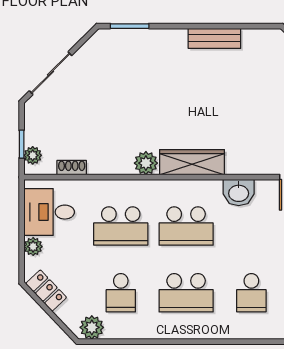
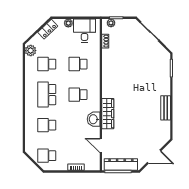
wardrobe: (192, 162) -> (108, 114), moved
plant: (146, 163) -> (107, 76), removed
school desk: (121, 226) -> (78, 64), width x0.54
school desk: (186, 226) -> (78, 95), width x0.54

